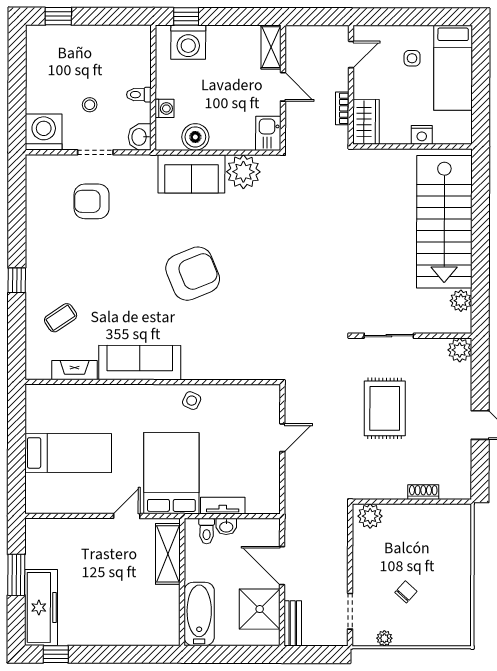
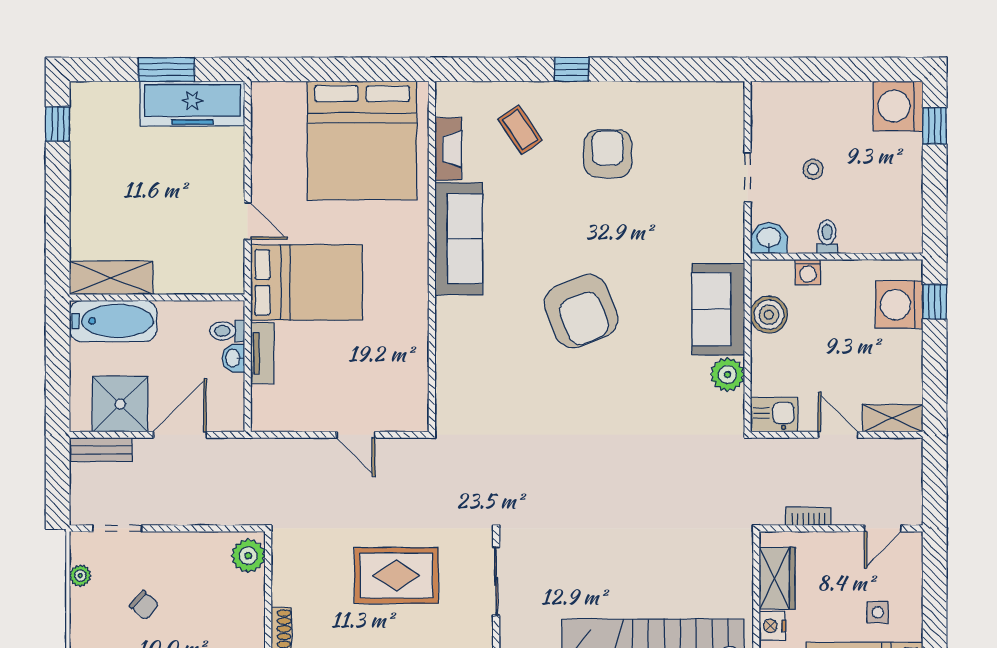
door: (351, 54) -> (883, 528), hinge flipped
door: (283, 87) -> (838, 435), swing flipped
wardrobe: (366, 122) -> (777, 578), moved, turned -90
washing machine: (44, 132) -> (898, 106), moved, turned 180
plant: (243, 172) -> (727, 375), width x0.73, depth x0.73
armchair: (92, 201) -> (608, 154), moved
side table: (192, 401) -> (407, 310), removed
bed: (68, 453) -> (362, 141), width x2.04
shelving: (168, 554) -> (111, 278), moved
freezer: (41, 607) -> (192, 104), moved

